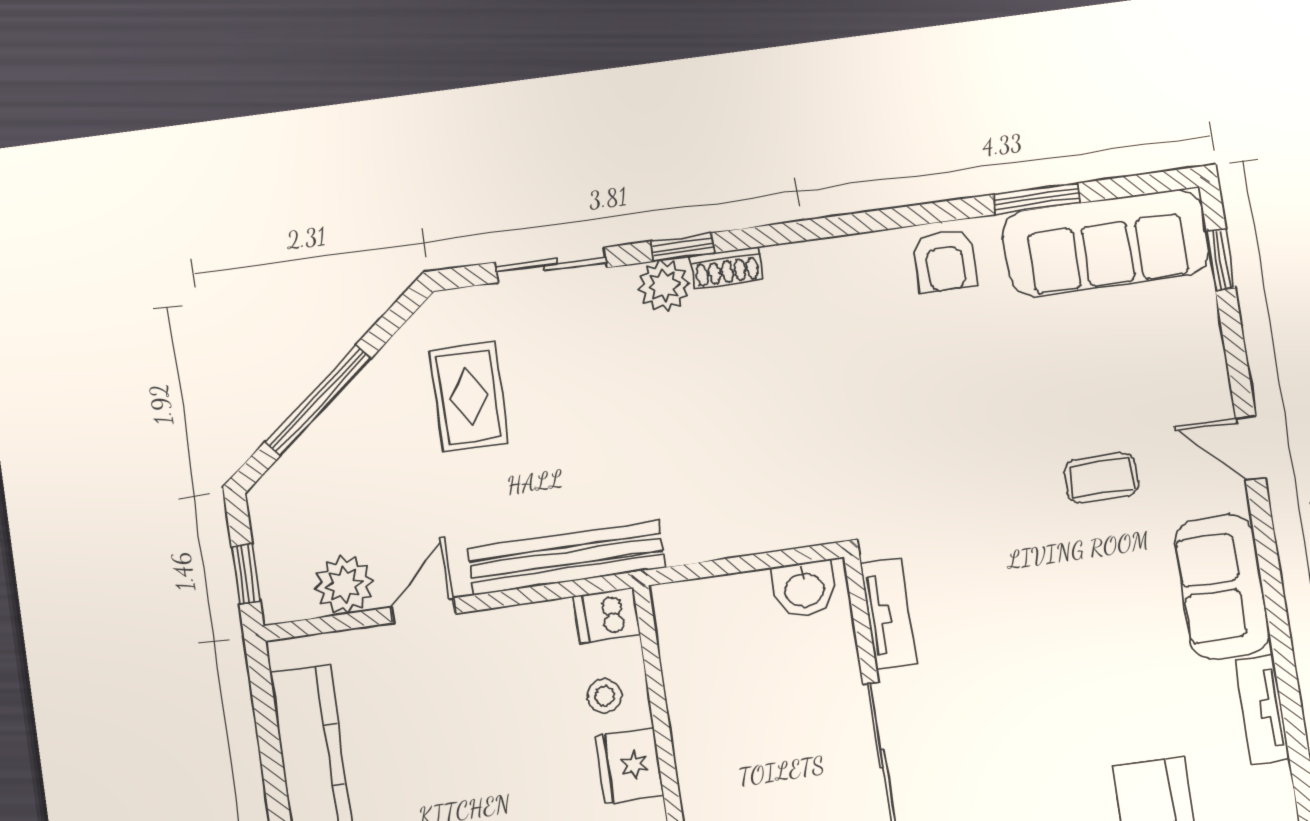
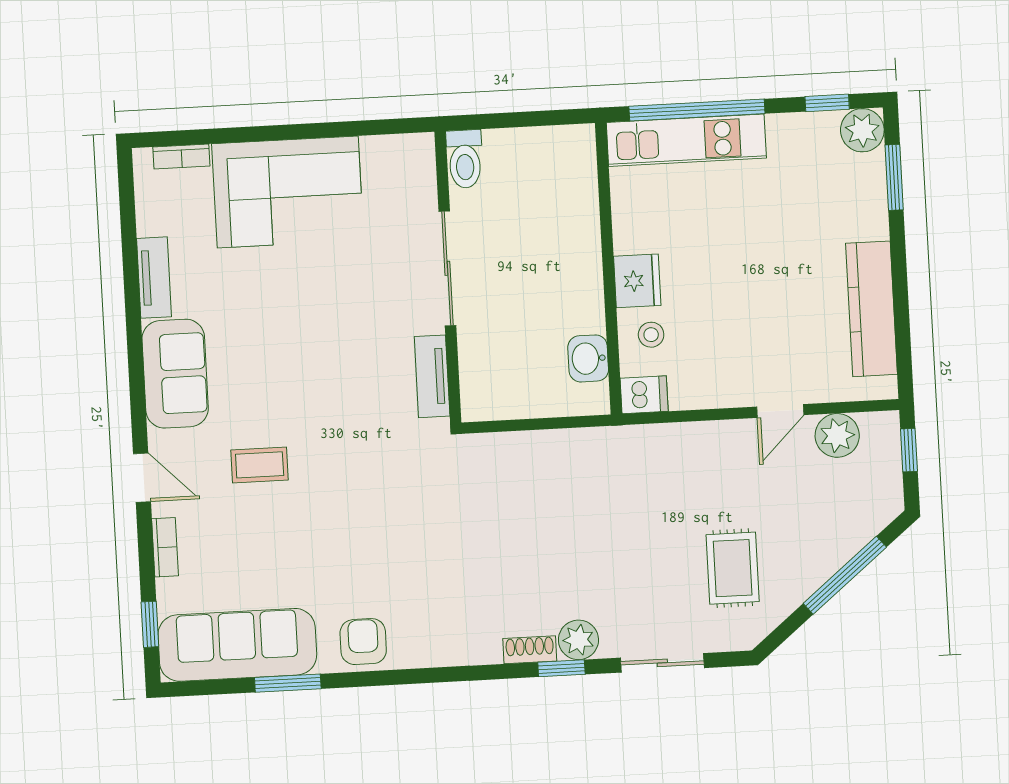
bookcase: (1212, 361) -> (165, 547), added
bench: (567, 558) -> (670, 441), removed
washbasin: (804, 589) -> (588, 358), moved, turned -90

